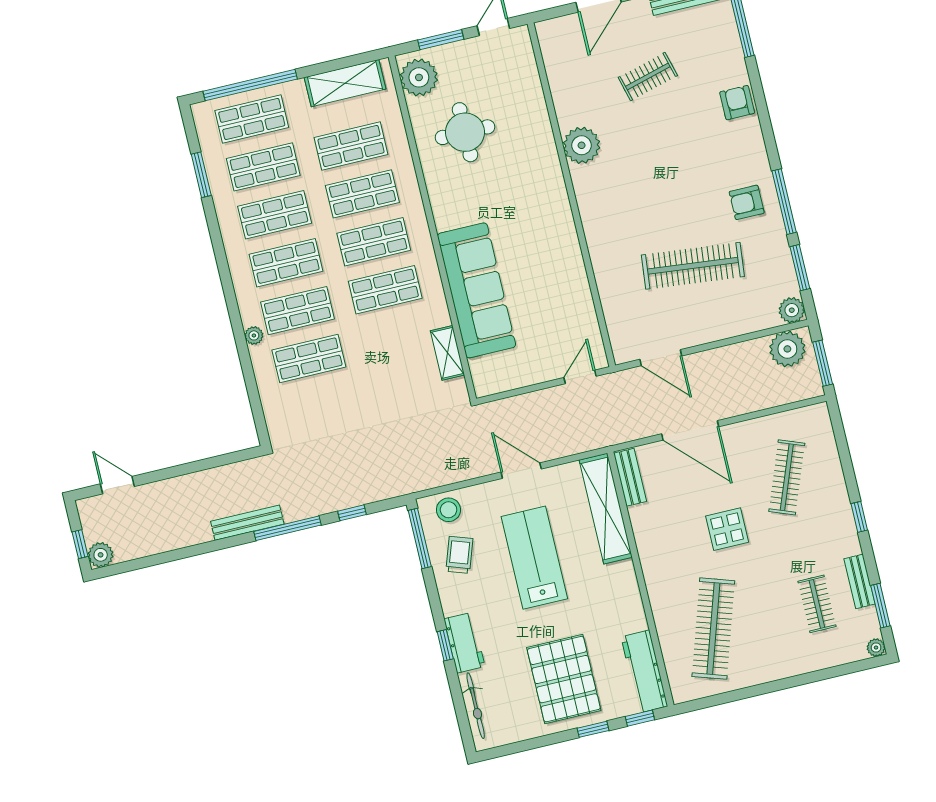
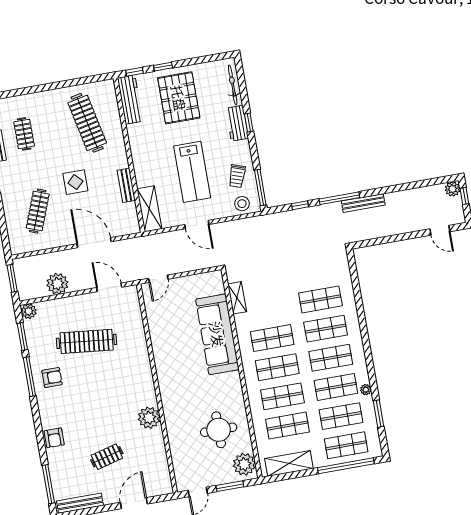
plant: (254, 335) -> (366, 390), moved
plant: (787, 349) -> (57, 284), moved
bench: (630, 477) -> (126, 185), moved
shelving: (606, 509) -> (149, 209), width x0.68
clothes rail: (713, 629) -> (87, 123), turned -30

